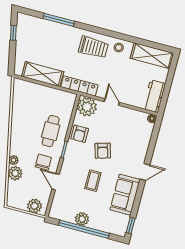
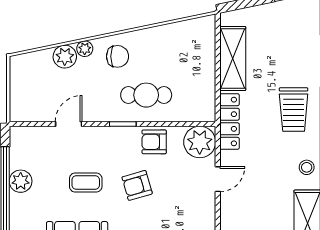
trolley: (93, 47) -> (294, 110), moved
chair: (43, 162) -> (118, 56), moved
plant: (35, 206) -> (21, 101), removed

